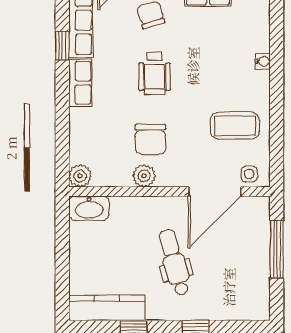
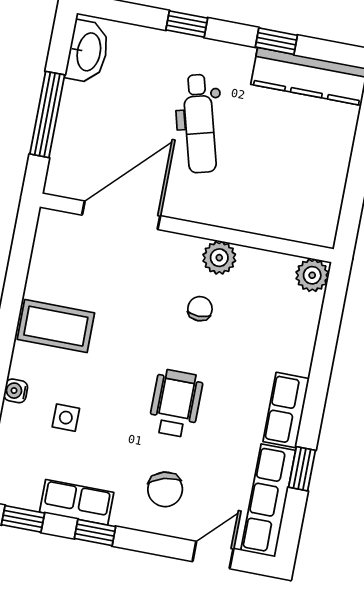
coffee table: (235, 126) -> (56, 326), moved
chair: (150, 139) -> (200, 309), width x0.54, depth x0.54
side table: (249, 174) -> (66, 418), moved
washbasin: (89, 208) -> (88, 52), moved, turned 90

